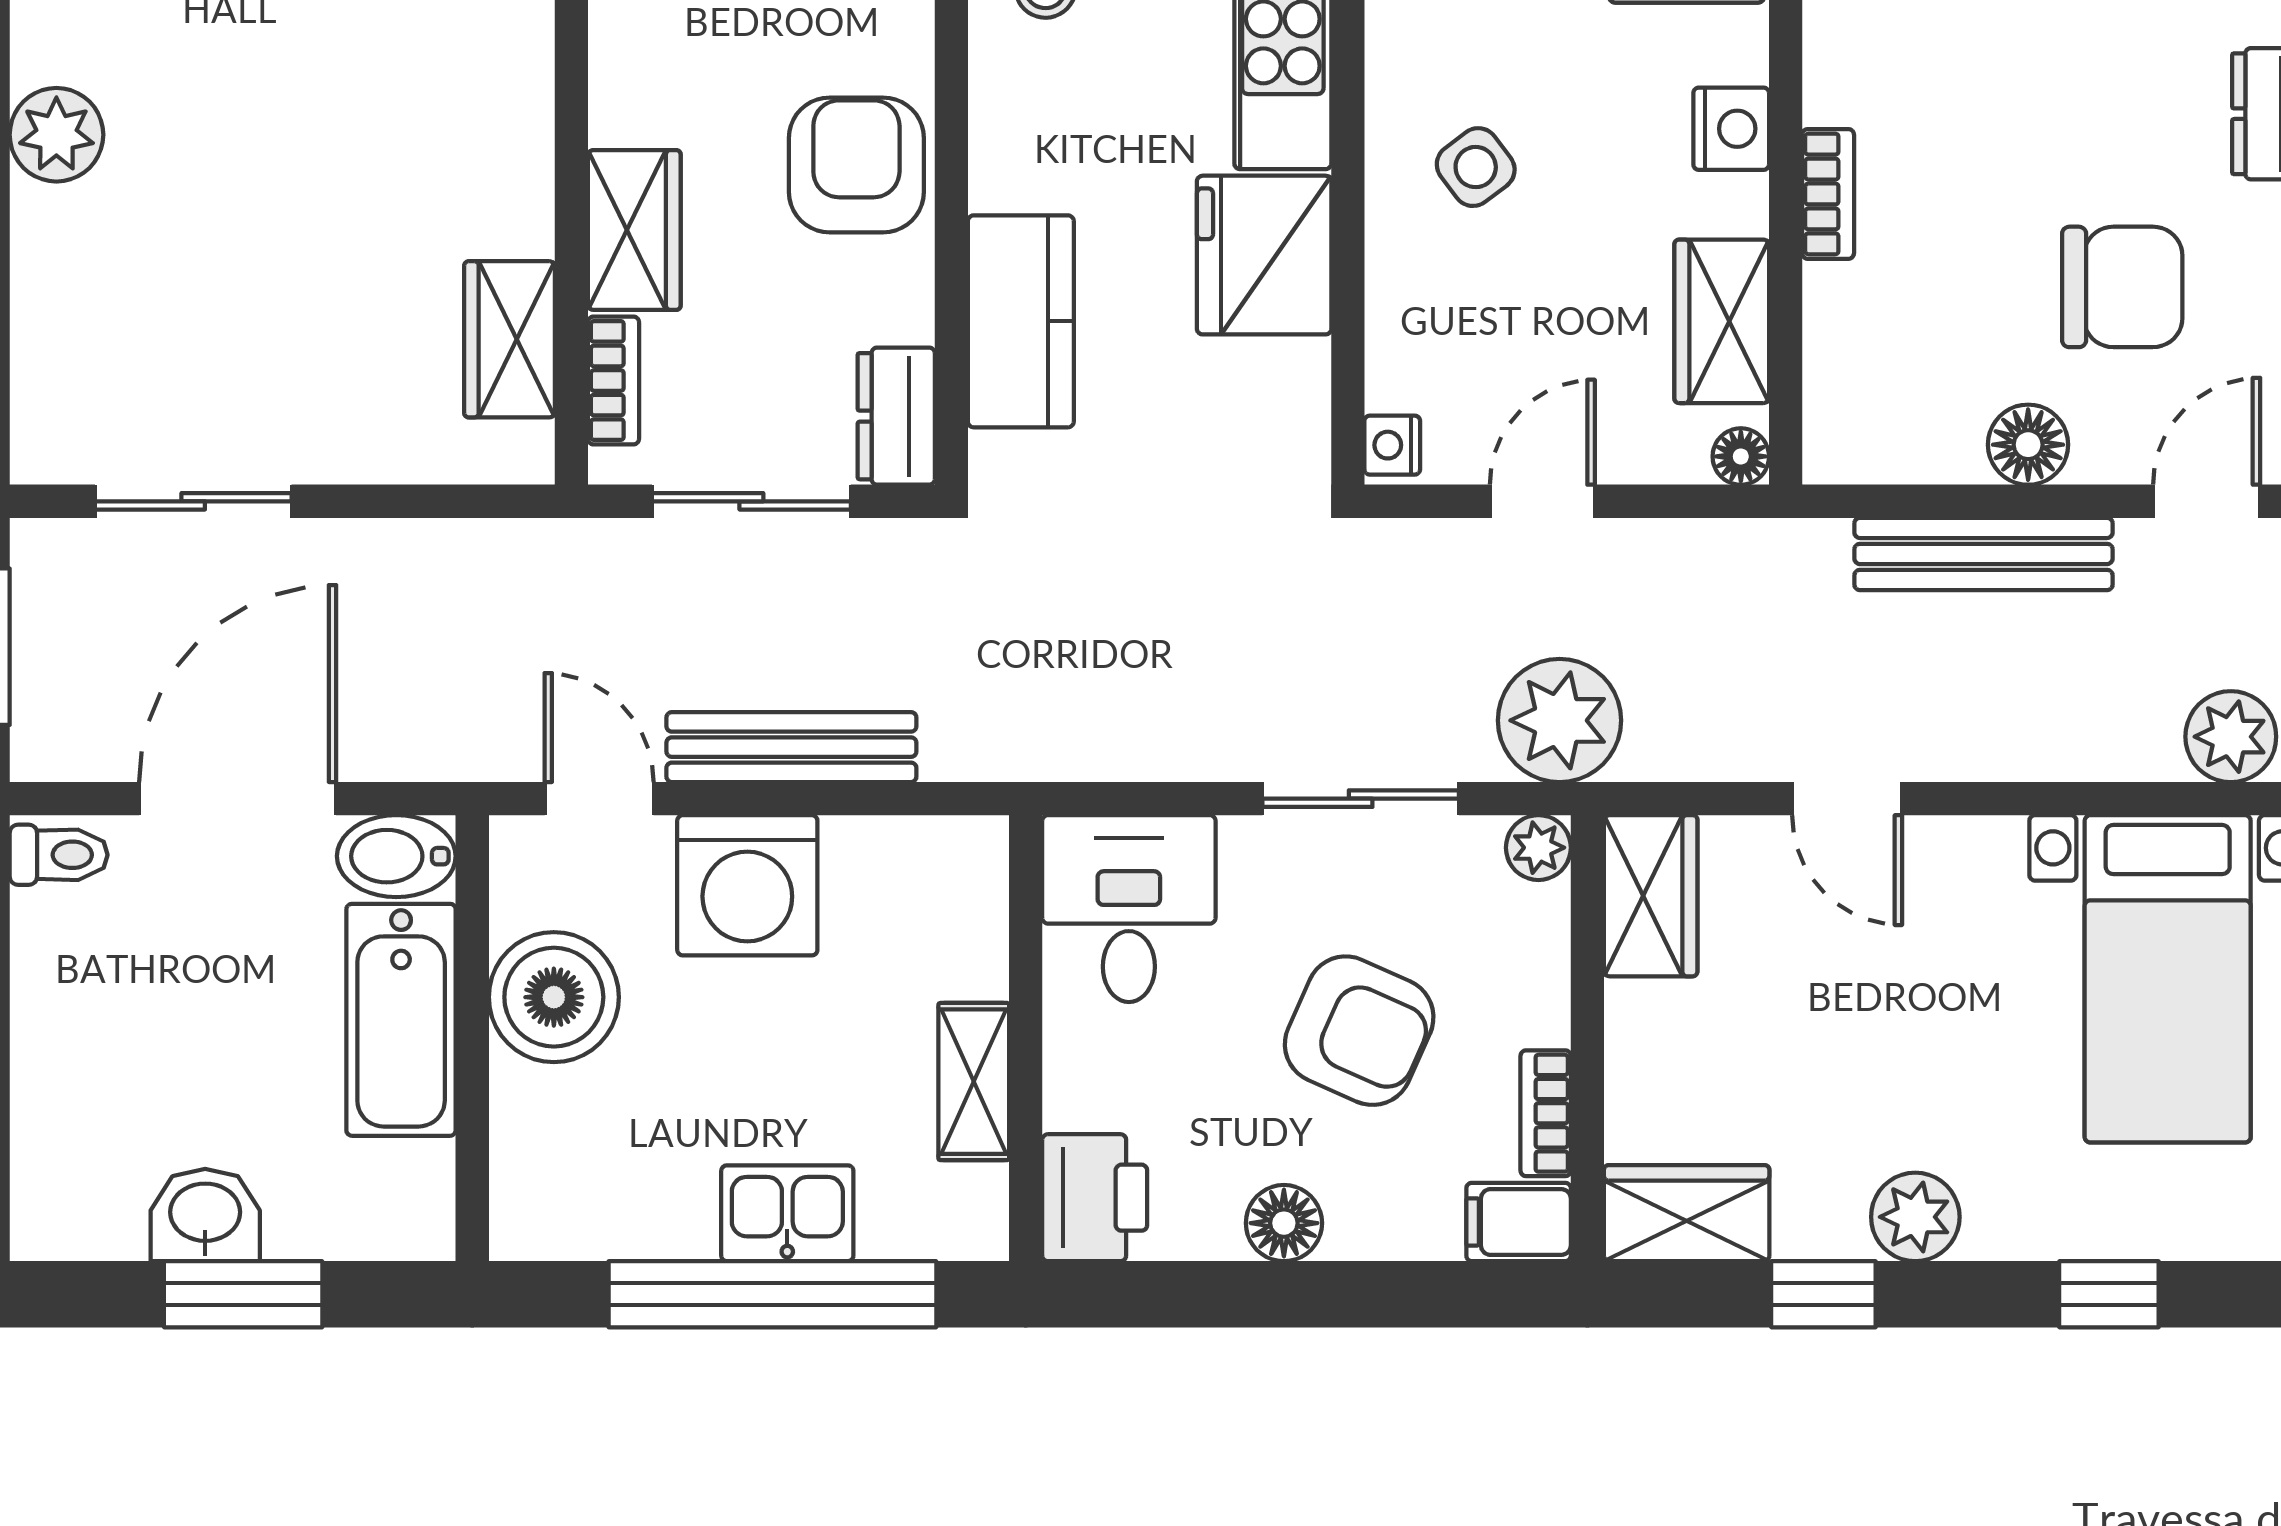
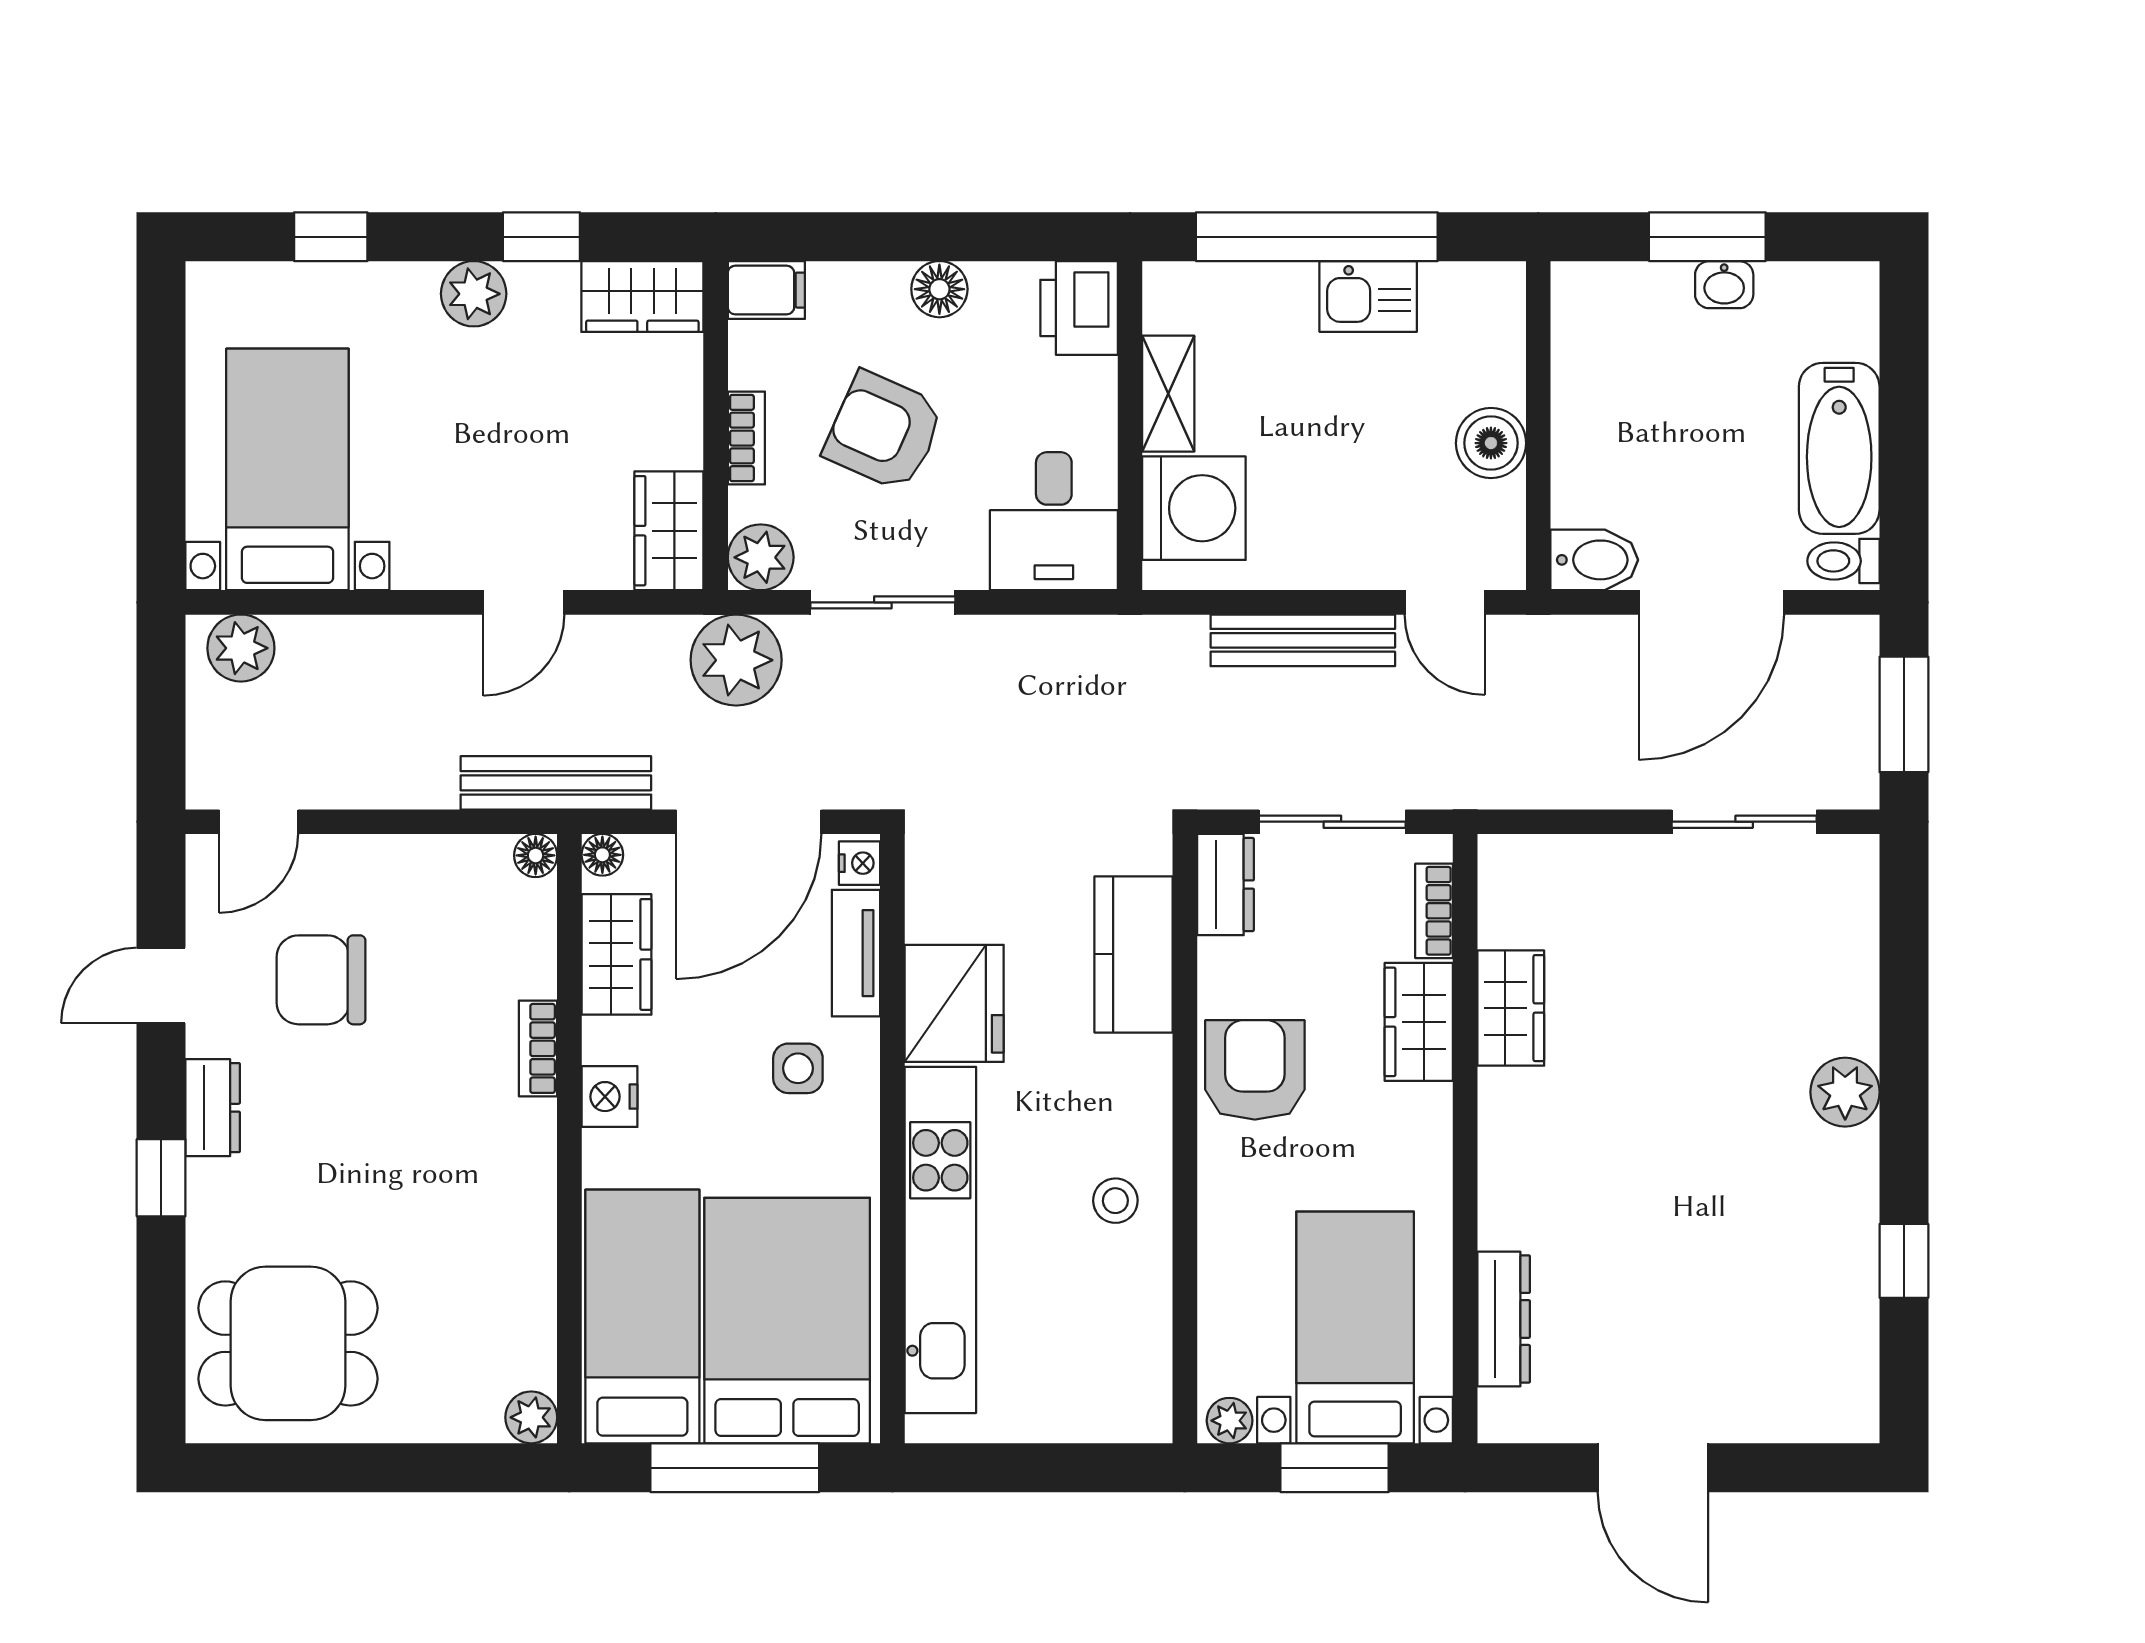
armchair: (856, 165) -> (1255, 1070), turned 180
side table: (1476, 167) -> (798, 1068), turned 37
tv unit: (1397, 323) -> (856, 953), added
wardrobe: (510, 339) -> (1511, 1008), moved
floor lamp: (2028, 445) -> (536, 855), moved, width x0.73, depth x0.73
door: (1542, 501) -> (749, 822), width x1.88
bench: (1984, 554) -> (556, 783), moved
door: (1847, 799) -> (524, 602), swing flipped
plant: (1538, 848) -> (761, 557), width x1.38, depth x1.38
washing machine: (747, 885) -> (1194, 508), moved, turned 90
boiler: (554, 997) -> (1491, 443), width x0.73, depth x0.73
bathtub: (401, 1020) -> (1839, 448), moved, turned 180
bookcase: (1546, 1113) -> (746, 438), moved
kitchen sink: (787, 1213) -> (1368, 296), moved
washbasin: (205, 1215) -> (1724, 285), width x0.72, depth x0.69

